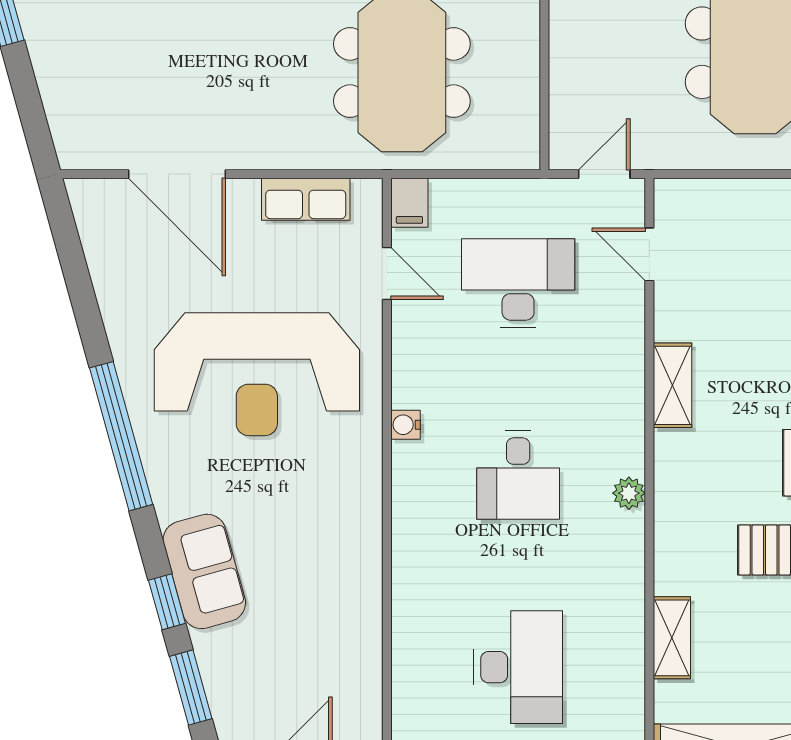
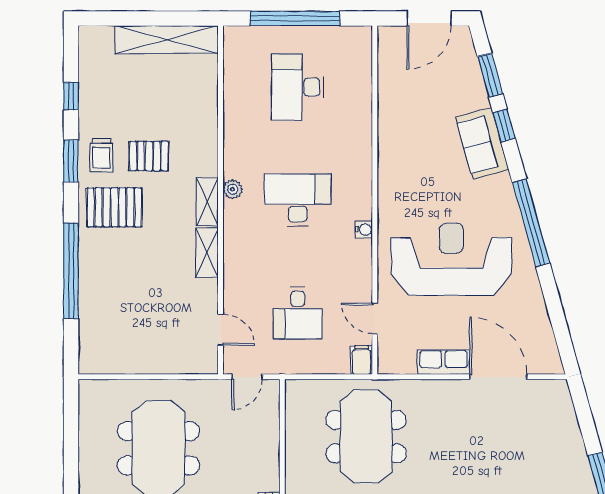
row of seats: (306, 199) -> (443, 362), moved
desk: (518, 283) -> (298, 313), width x0.73
desk: (518, 475) -> (298, 200), width x1.37
shelving: (672, 638) -> (207, 202), moved

